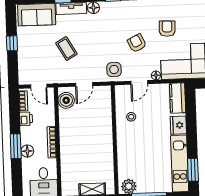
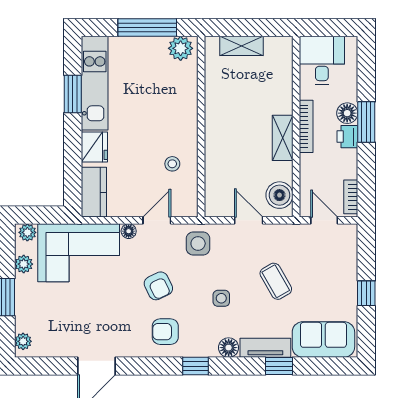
armchair: (167, 29) -> (165, 332), moved, turned 88
side table: (99, 37) -> (221, 298), added
door: (84, 84) -> (249, 220), hinge flipped
printer: (26, 119) -> (347, 137), moved
shelving: (66, 135) -> (283, 138), added
window: (193, 170) -> (73, 94), moved

